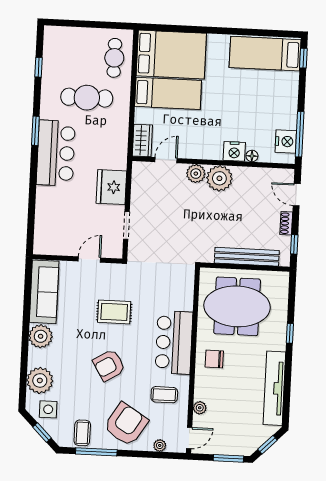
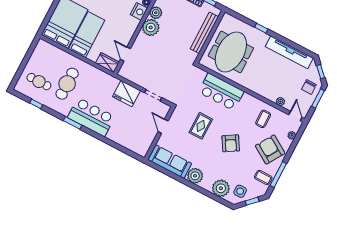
cafe table: (114, 58) -> (39, 82), moved
plant: (196, 174) -> (156, 13), moved
bar counter: (174, 342) -> (221, 92), moved
chair: (214, 359) -> (309, 87), moved

